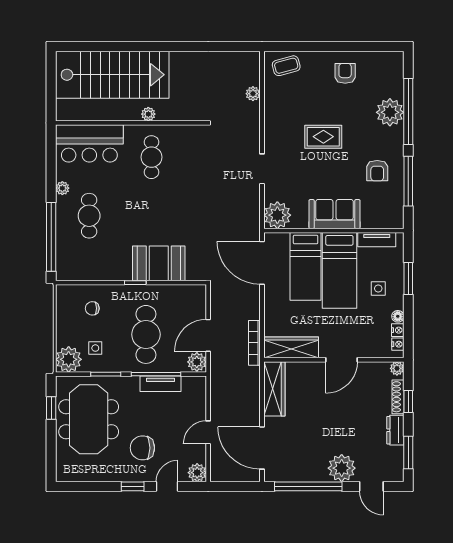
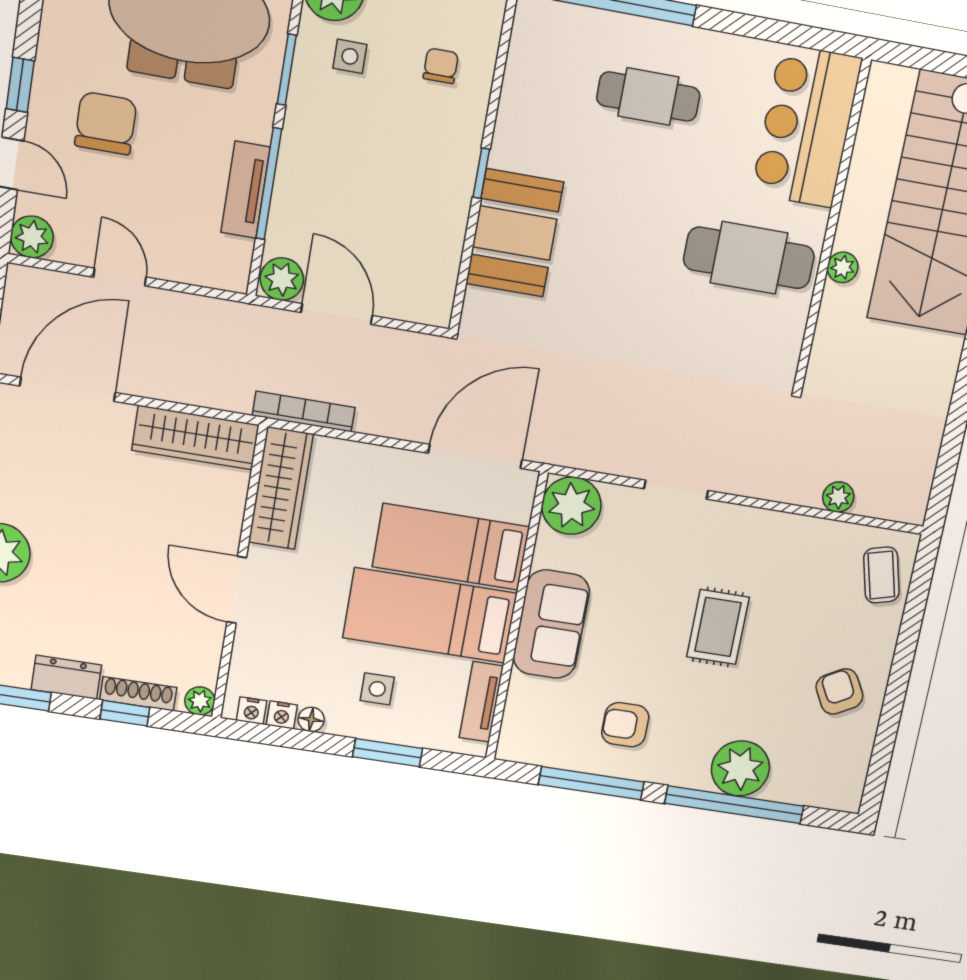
armchair: (345, 73) -> (839, 691), turned -119
cafe table: (151, 157) -> (749, 258), width x1.37, depth x1.35
plant: (62, 188) -> (721, 47), removed
cafe table: (146, 334) -> (362, 177), removed

